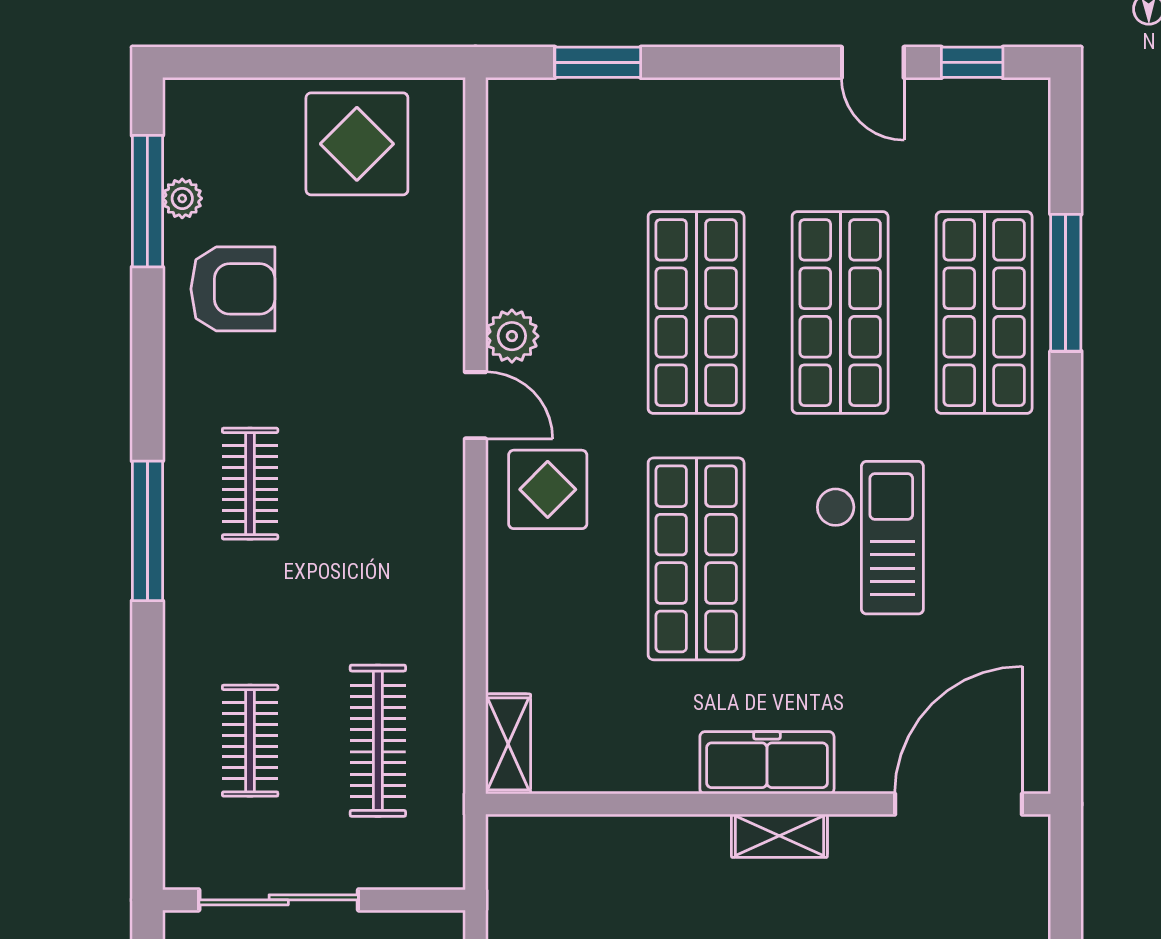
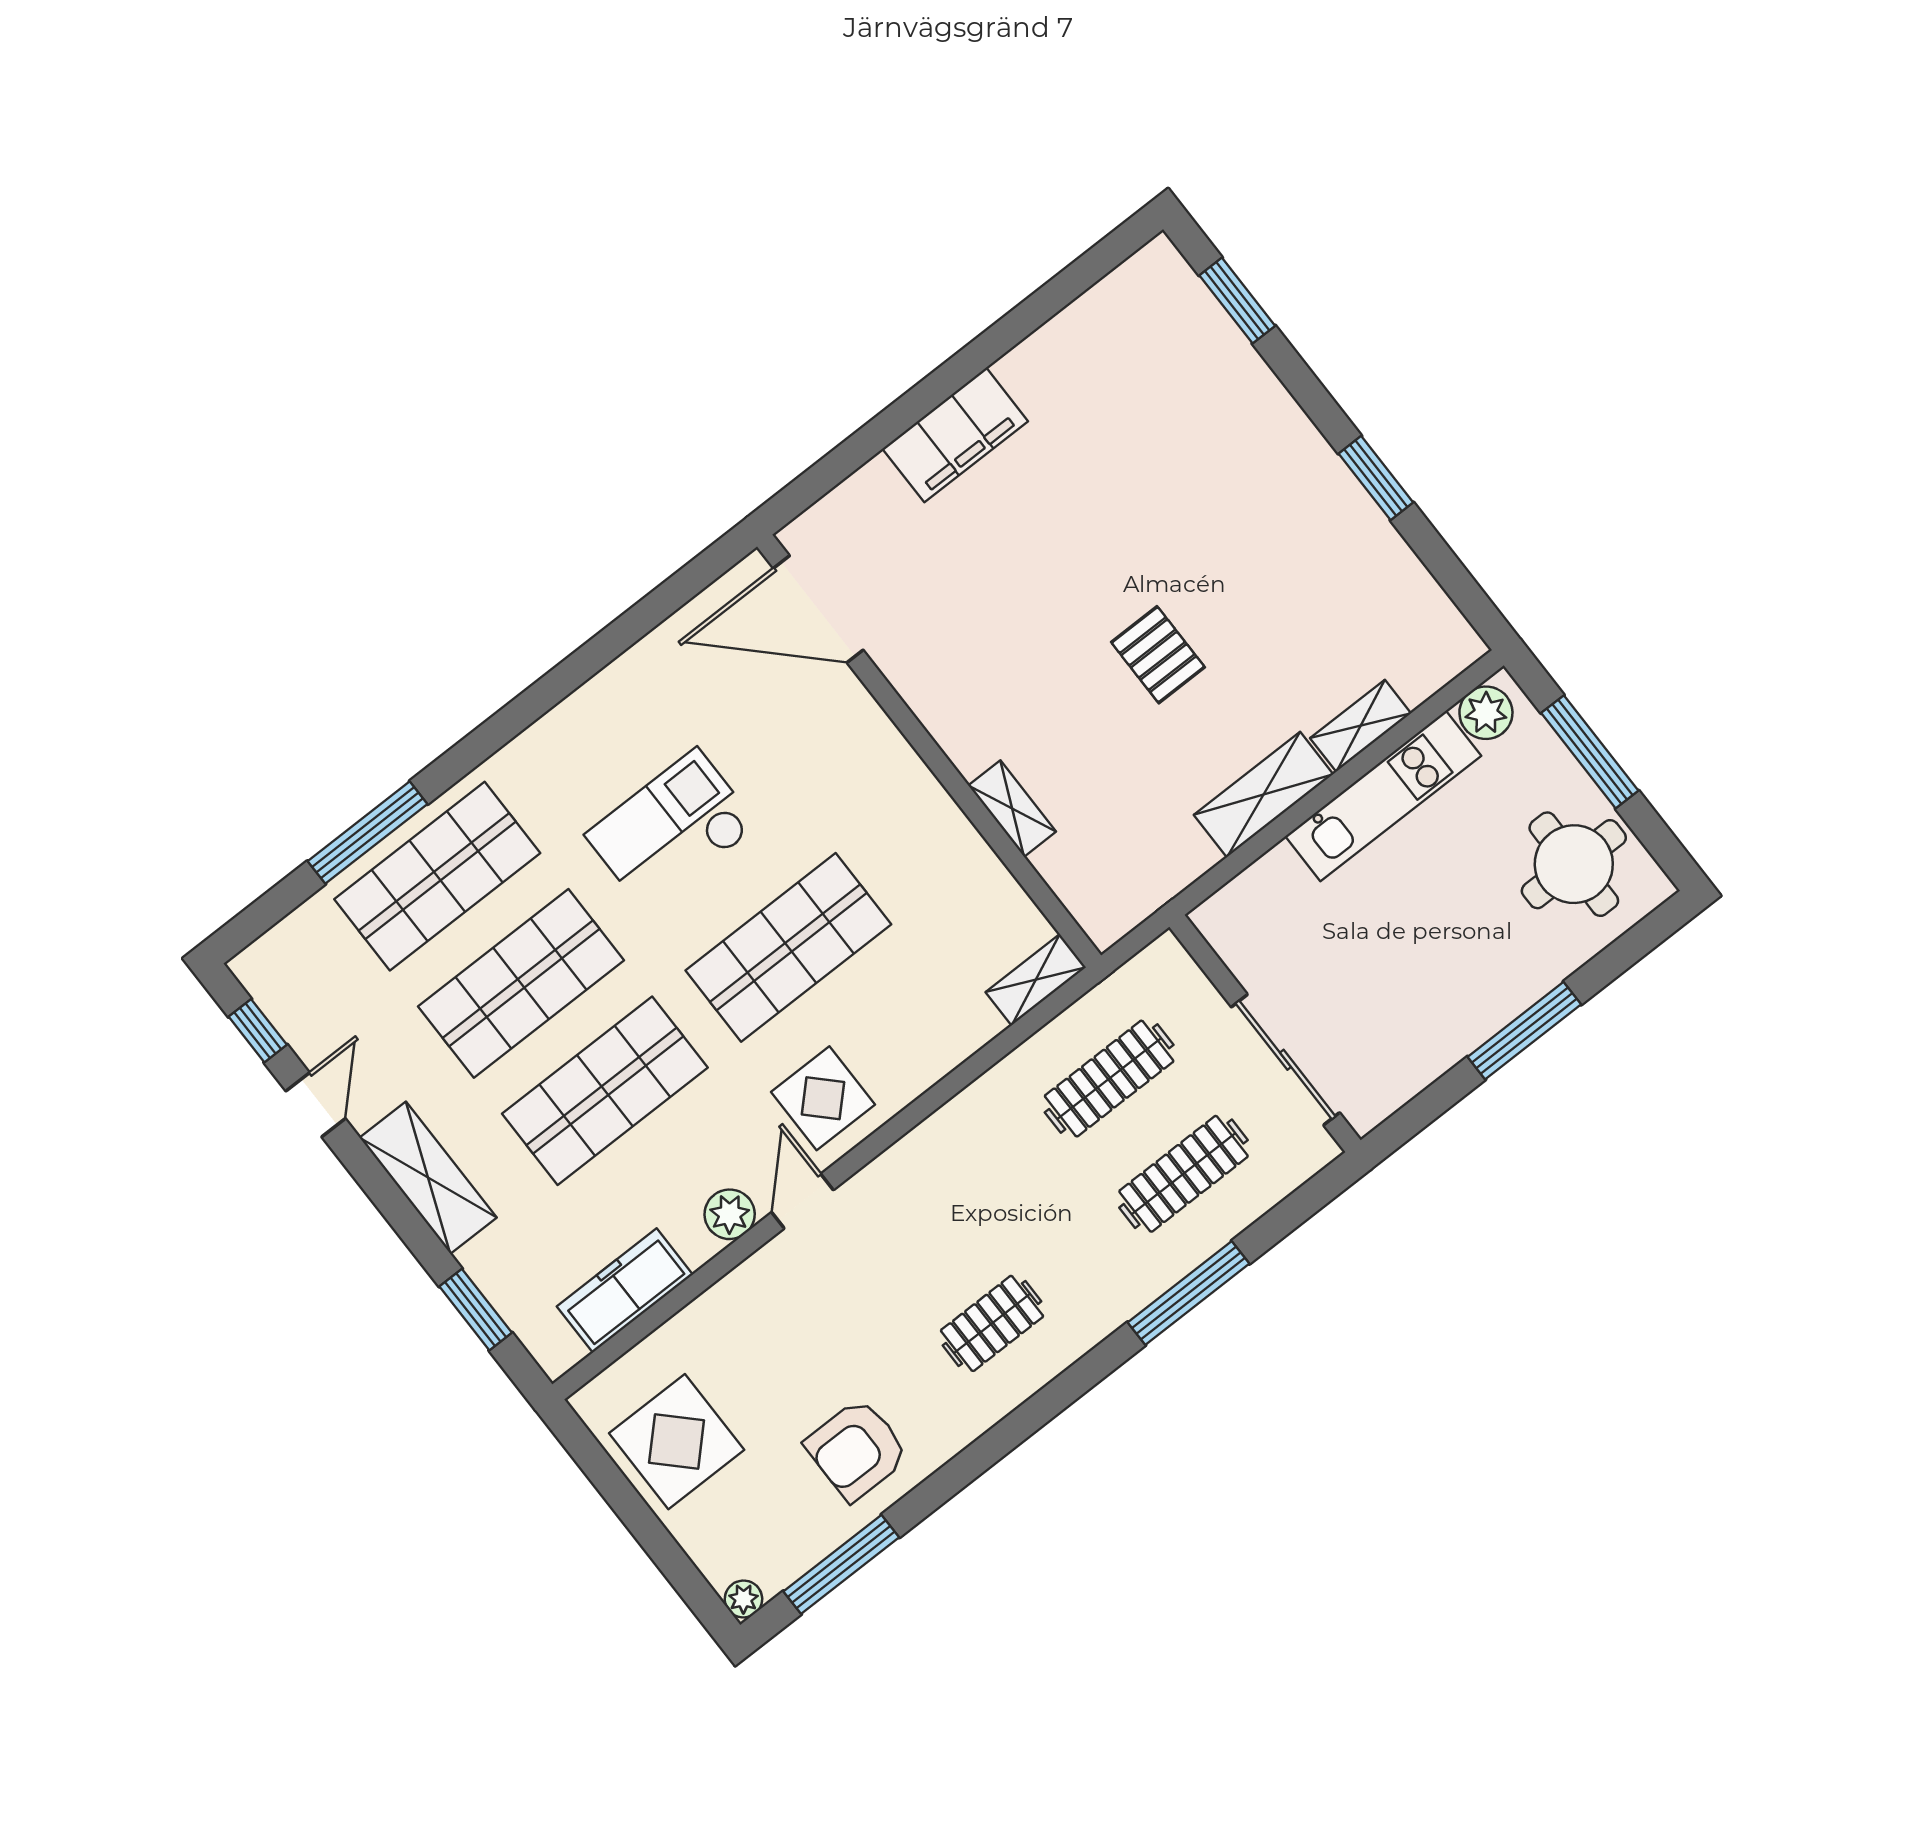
shelving: (739, 109) -> (428, 1178), added
plant: (182, 198) -> (743, 1599), moved
armchair: (233, 289) -> (857, 1450), turned -90
window: (147, 531) -> (1189, 1293), moved
clothes rail: (250, 741) -> (1184, 1174), width x1.36
freezer: (767, 763) -> (625, 1290), moved, turned 90
shelving: (779, 836) -> (1012, 809), moved

